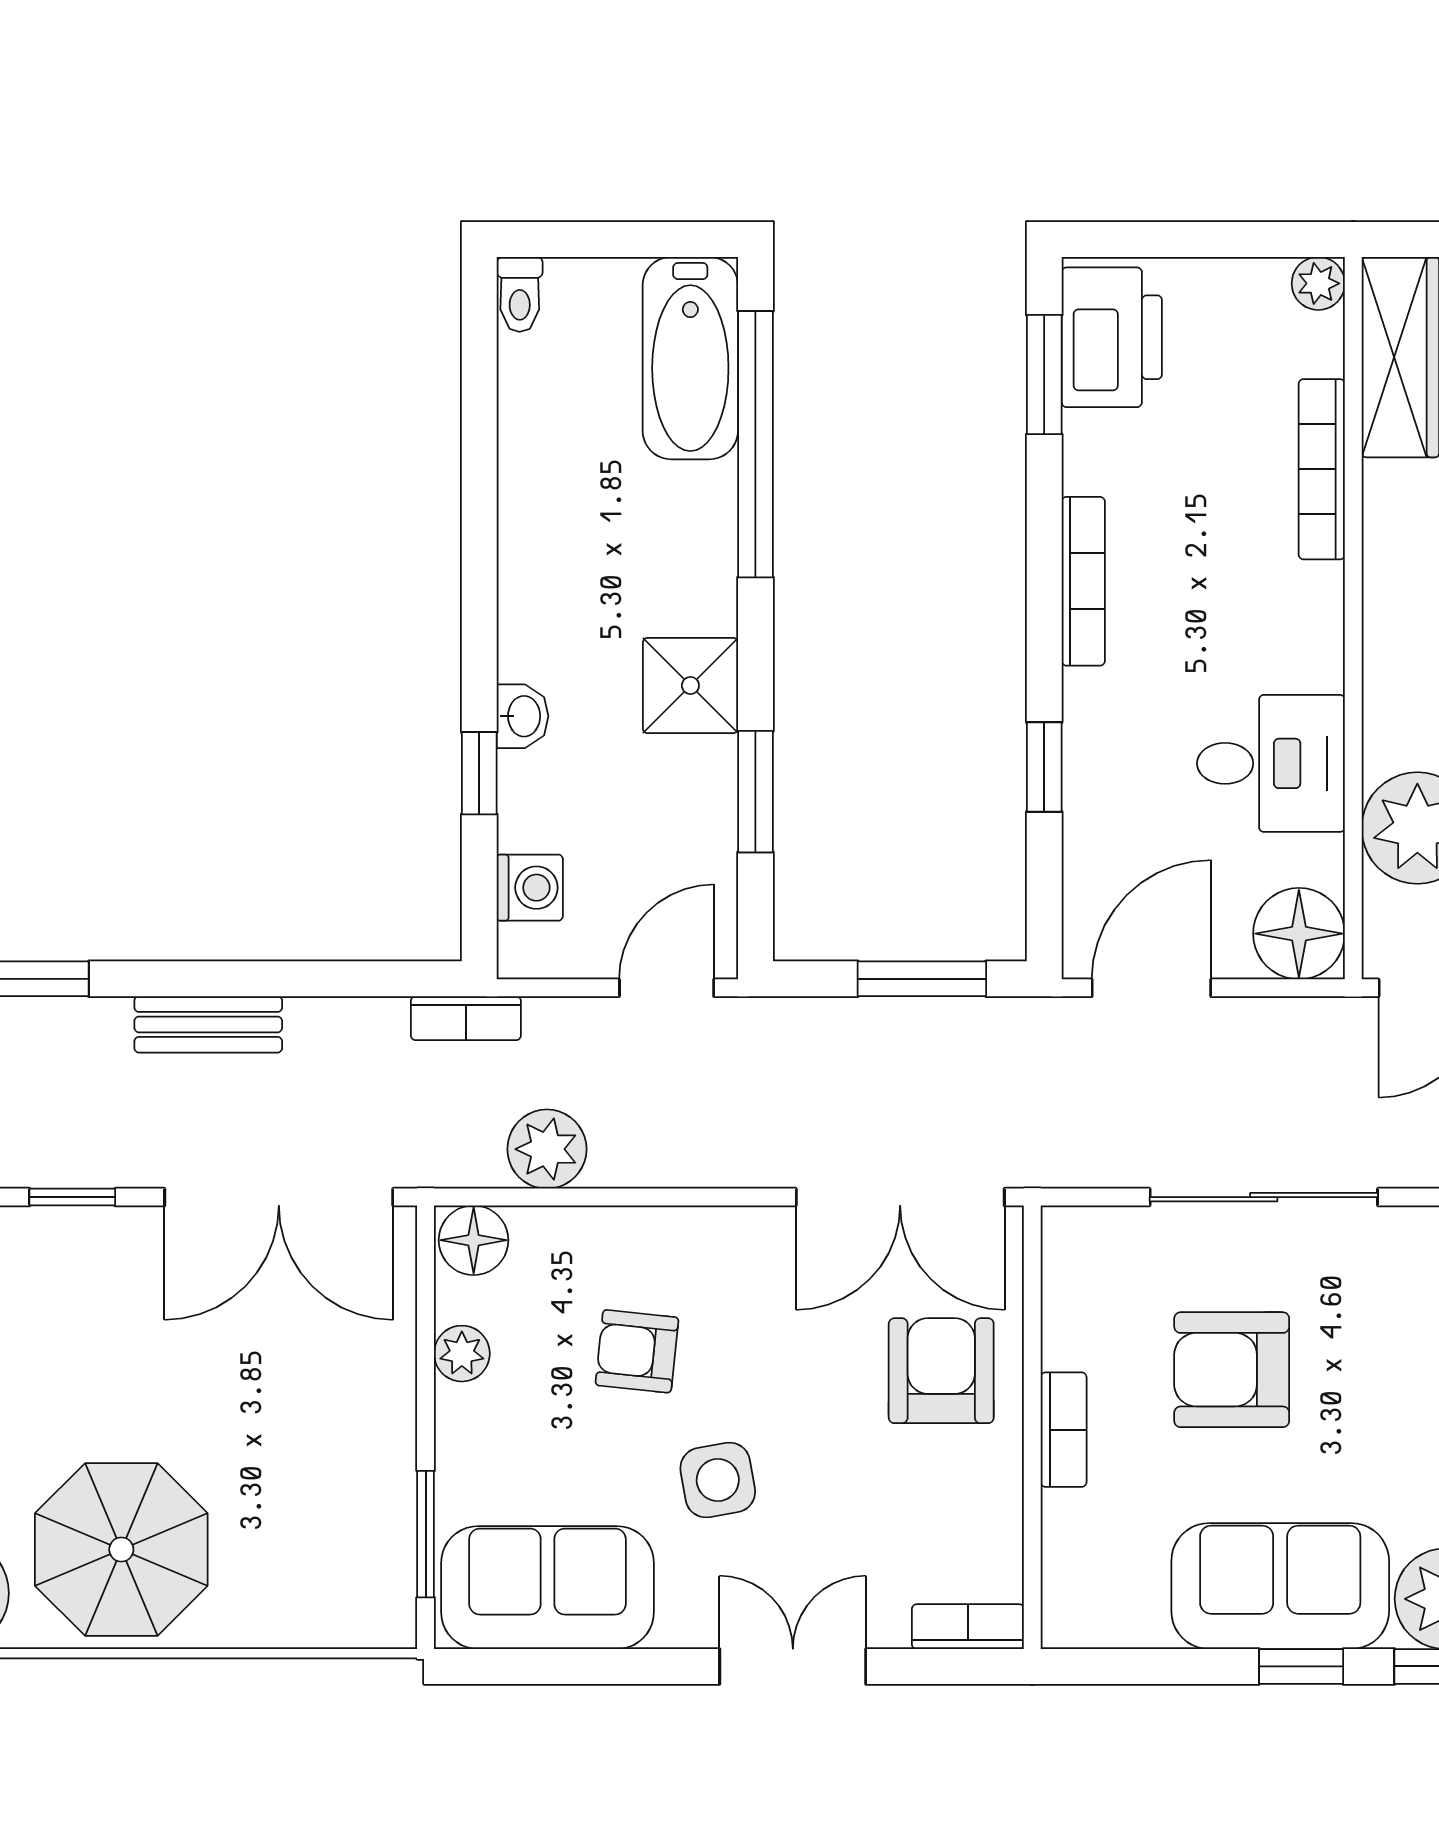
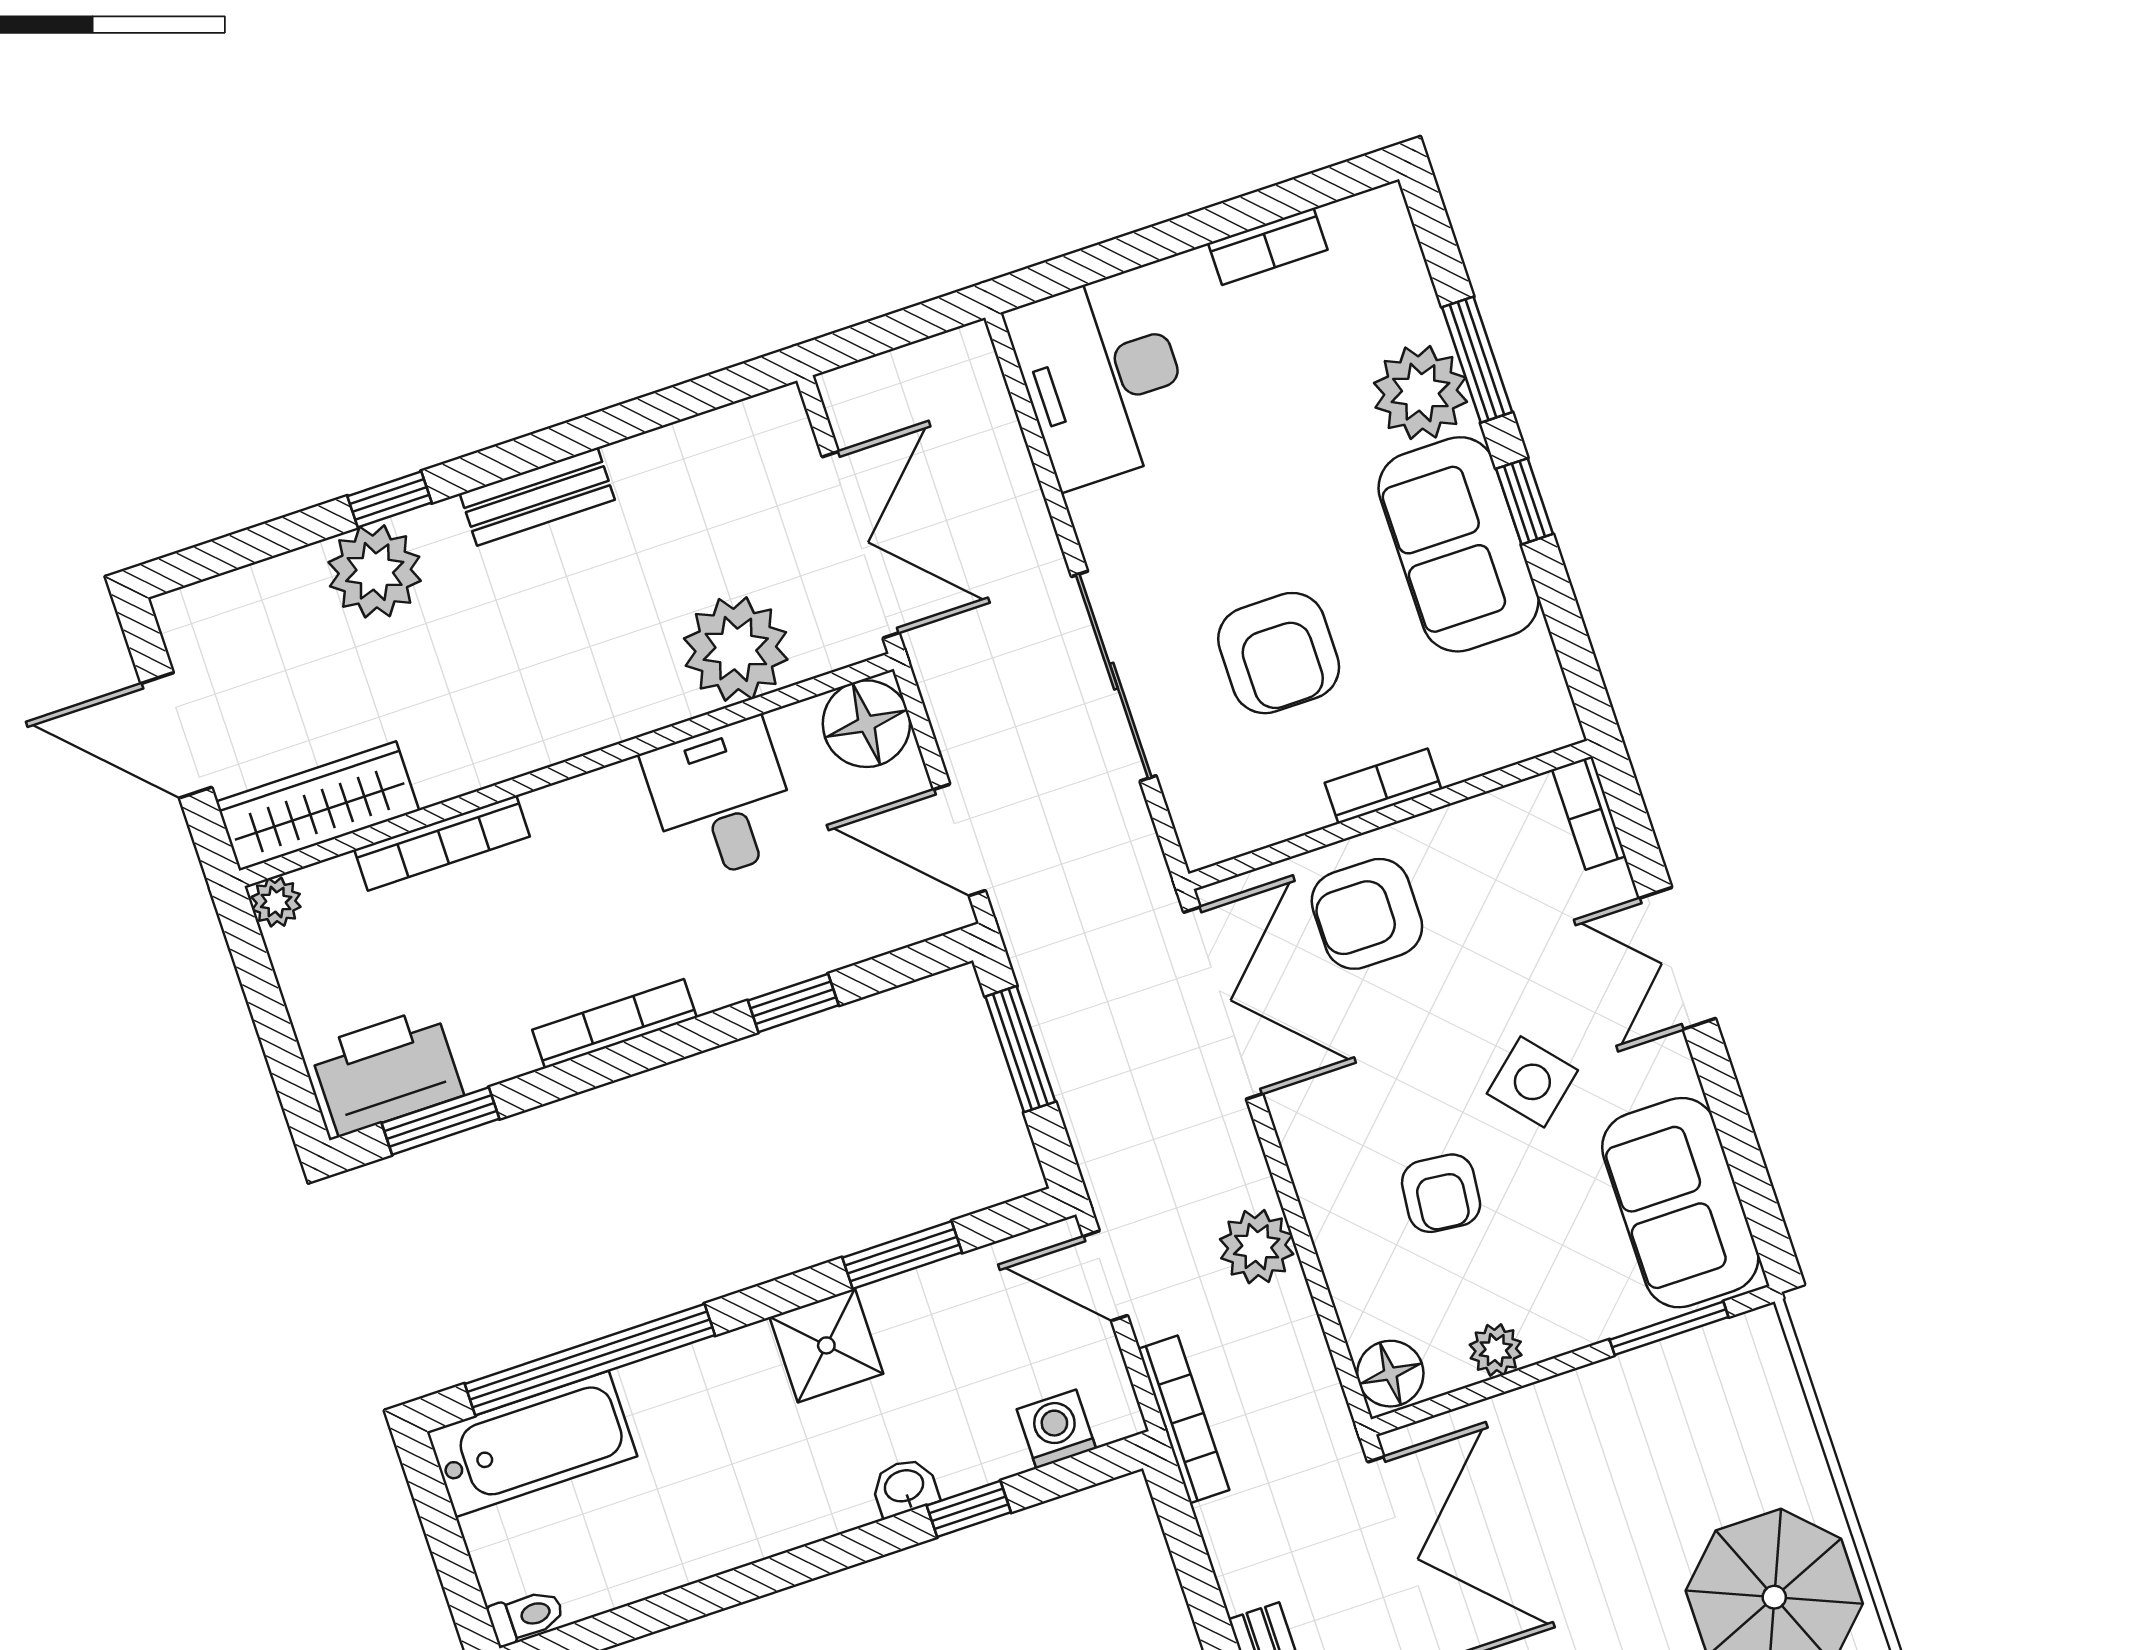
bookcase: (466, 1018) -> (1184, 1419), width x1.56
plant: (547, 1149) -> (1257, 1247), moved
side table: (718, 1480) -> (1532, 1082), turned -31

